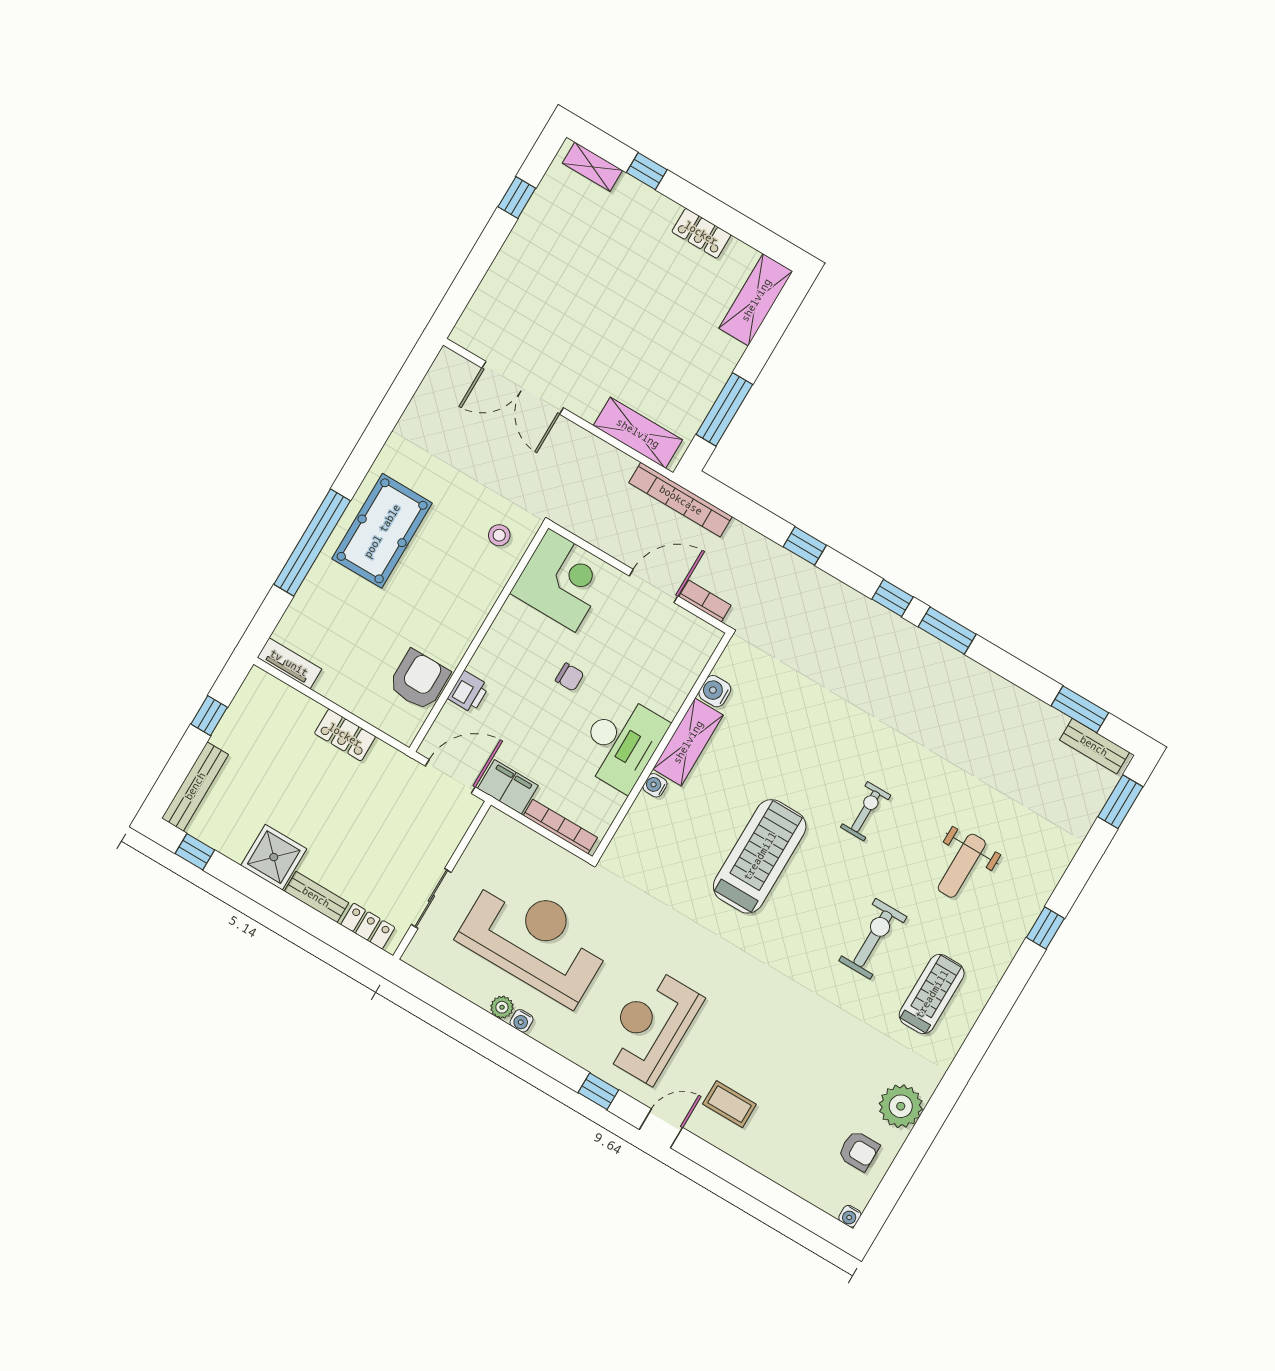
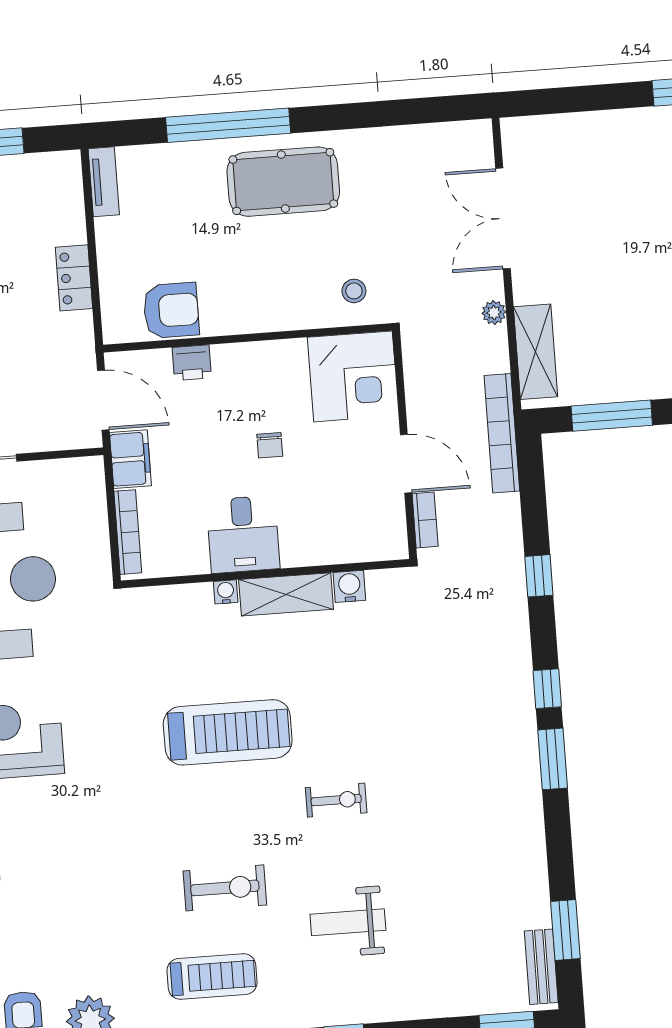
plant: (587, 443) -> (494, 313), added
desk: (621, 743) -> (243, 534), width x0.73

